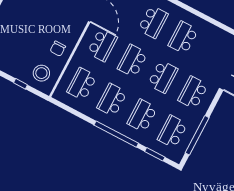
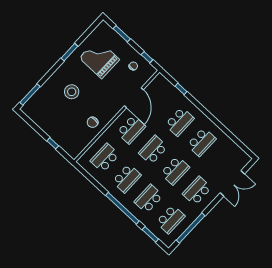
school desk: (183, 38) -> (202, 142), turned 180
stool: (41, 73) -> (72, 92), moved
school desk: (112, 100) -> (127, 178), turned 180
school desk: (172, 132) -> (171, 219), turned 180

